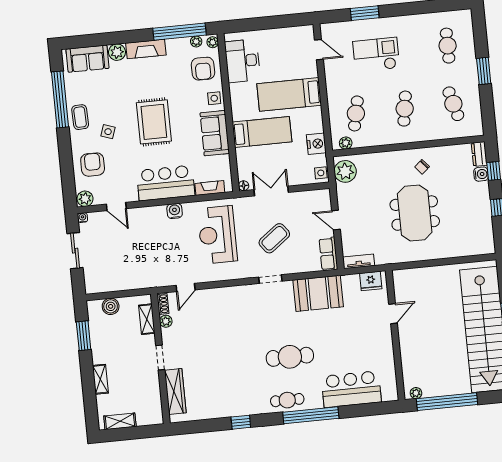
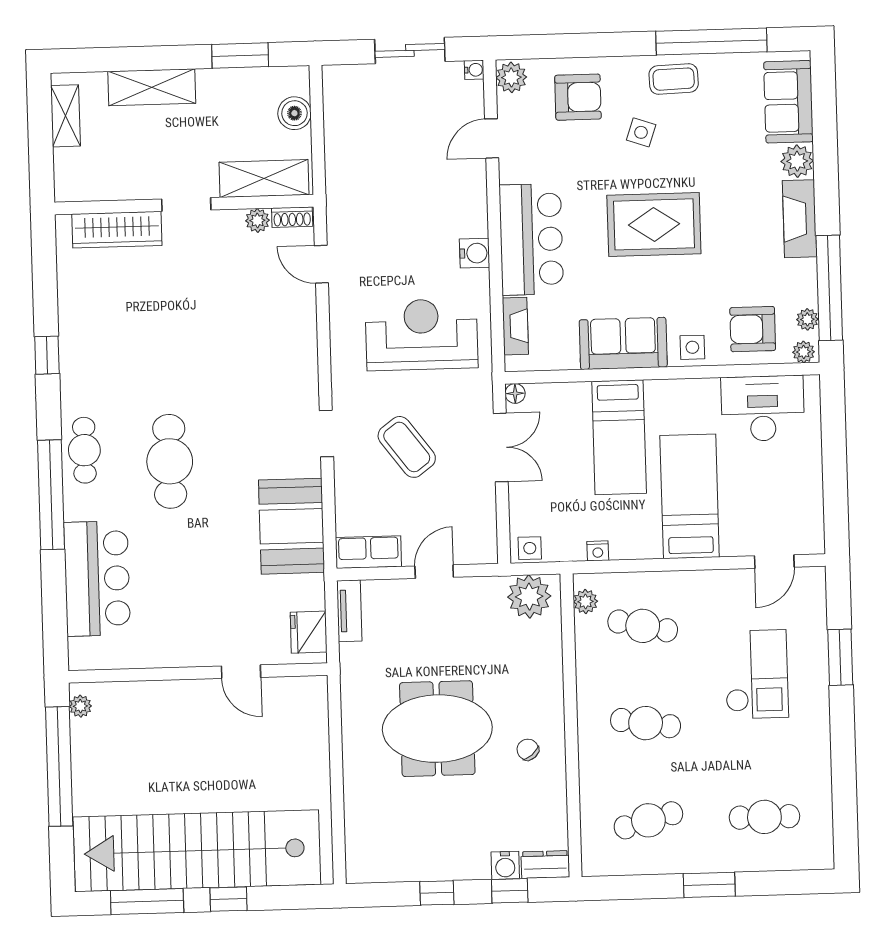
nightstand: (316, 144) -> (598, 551), width x0.53, depth x0.56
shelving: (147, 319) -> (264, 179), width x1.50, depth x1.33
shelving: (100, 379) -> (152, 87), width x1.50, depth x1.33

